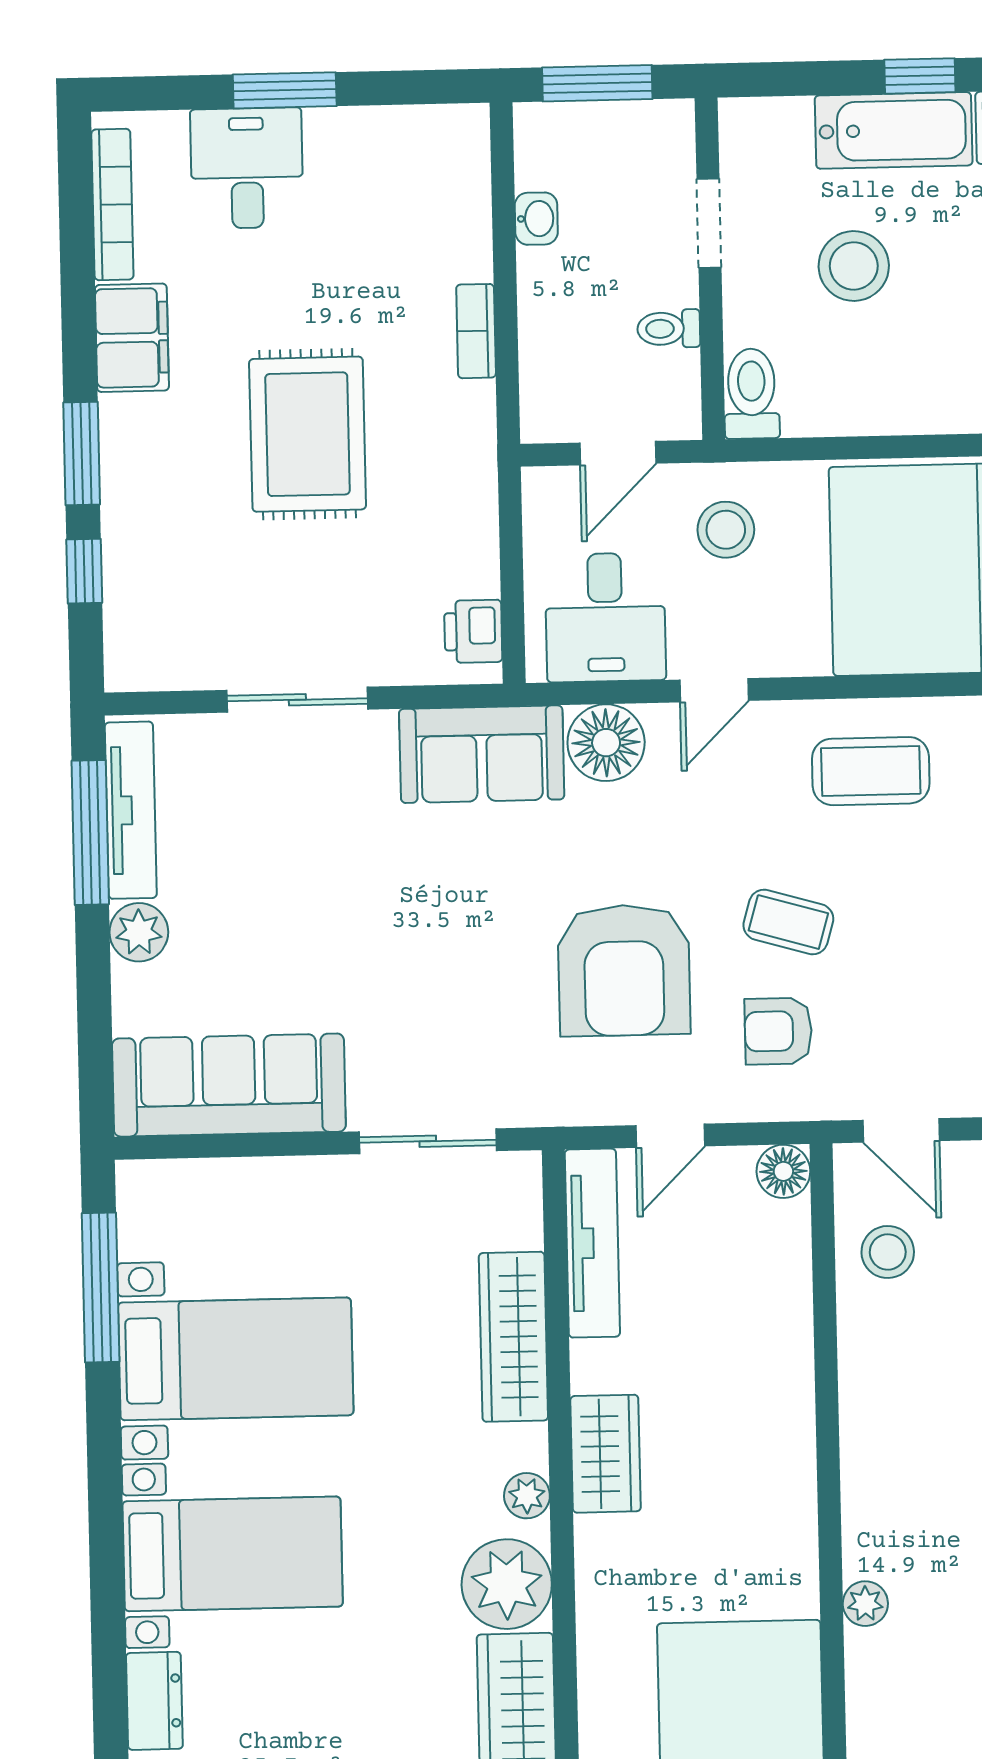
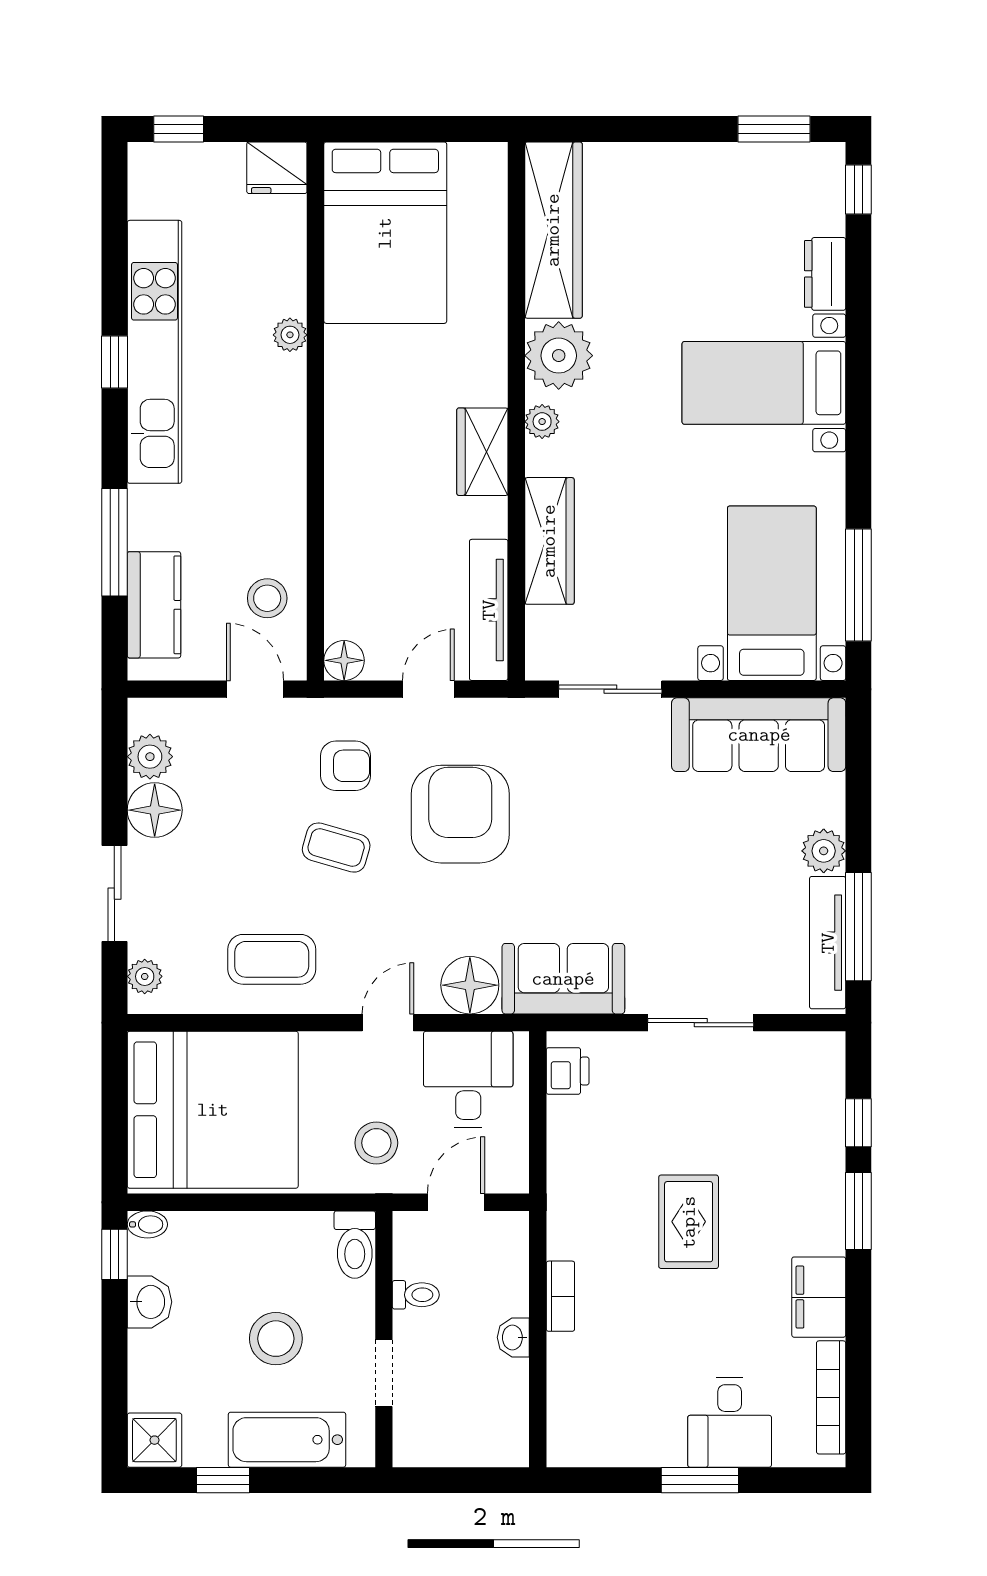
window: (597, 83) -> (465, 1480), removed
bathtub: (894, 130) -> (287, 1440), moved
washbasin: (536, 219) -> (513, 1337), moved
rug: (308, 434) -> (689, 1222), width x0.73, depth x0.70
bed with nightstands: (236, 1359) -> (772, 593), moved, turned 90

